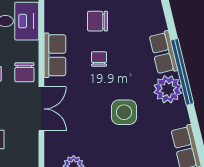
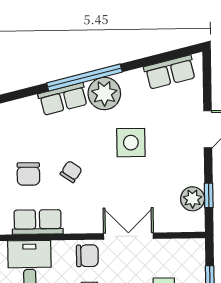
row of seats: (55, 55) -> (38, 222), moved
chair: (99, 59) -> (71, 172), turned 124

